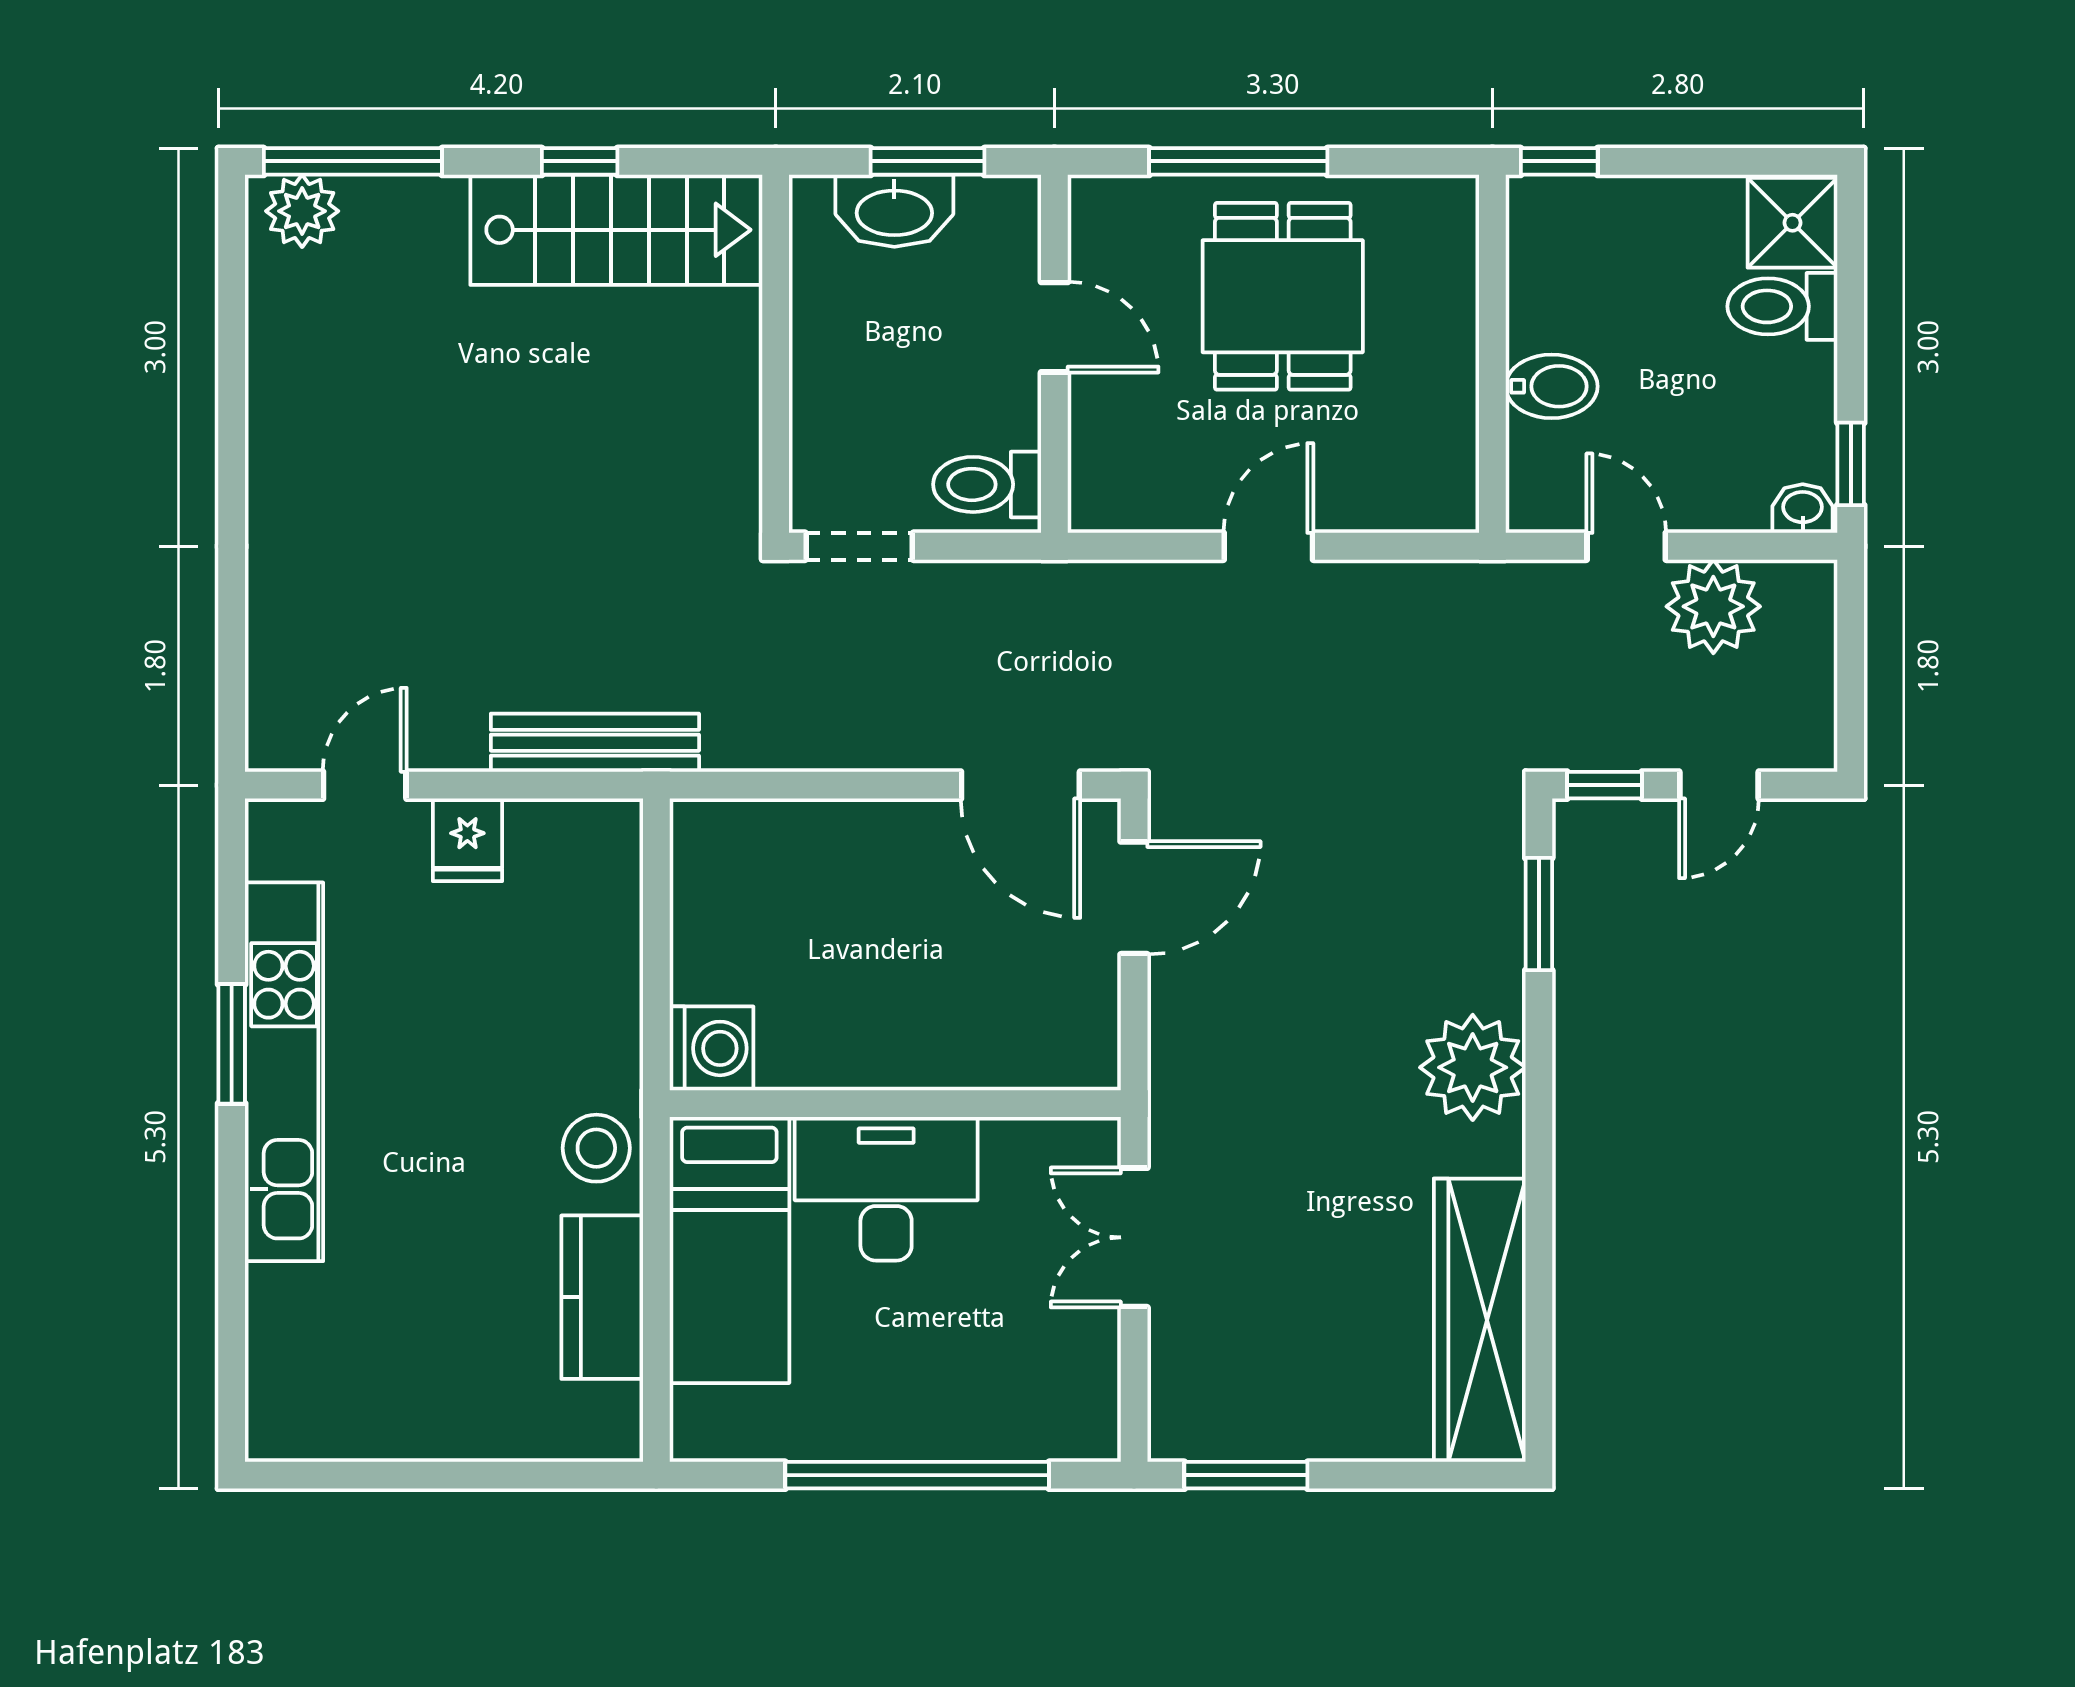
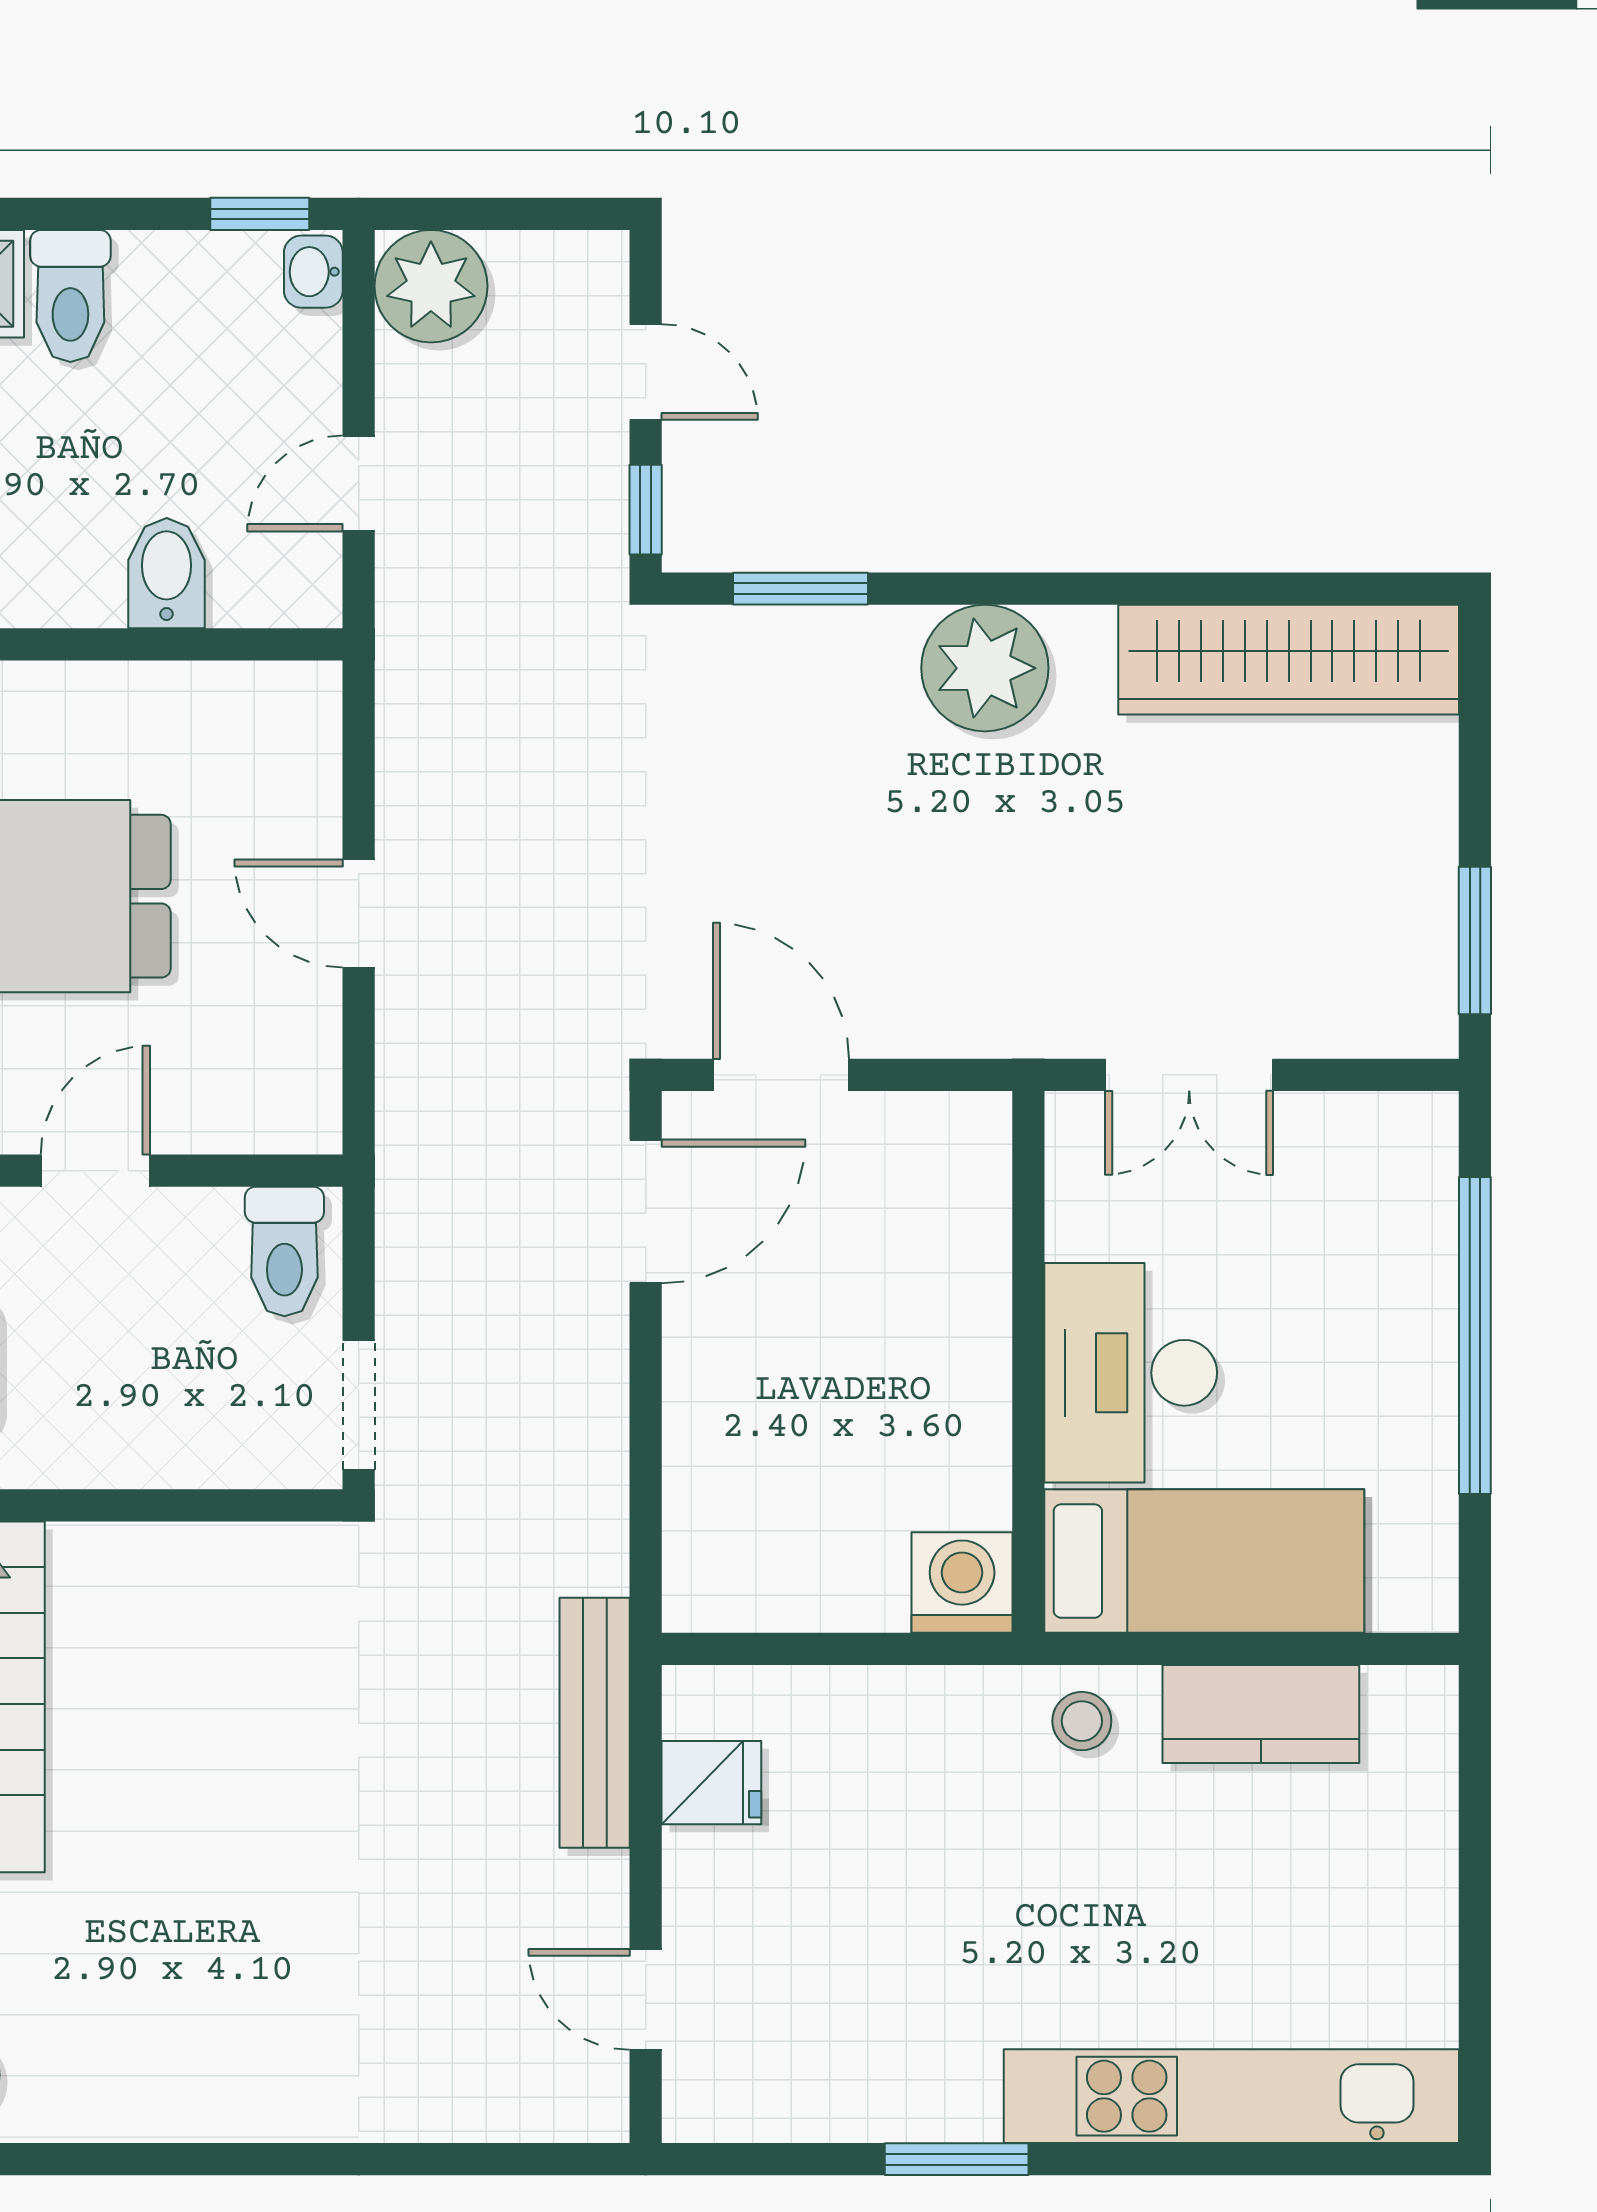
plant: (1713, 606) -> (431, 286), moved
fridge: (467, 840) -> (711, 1783), moved
kitchen unit: (284, 1072) -> (1231, 2096), moved
stool: (596, 1148) -> (1082, 1721), width x0.73, depth x0.73

